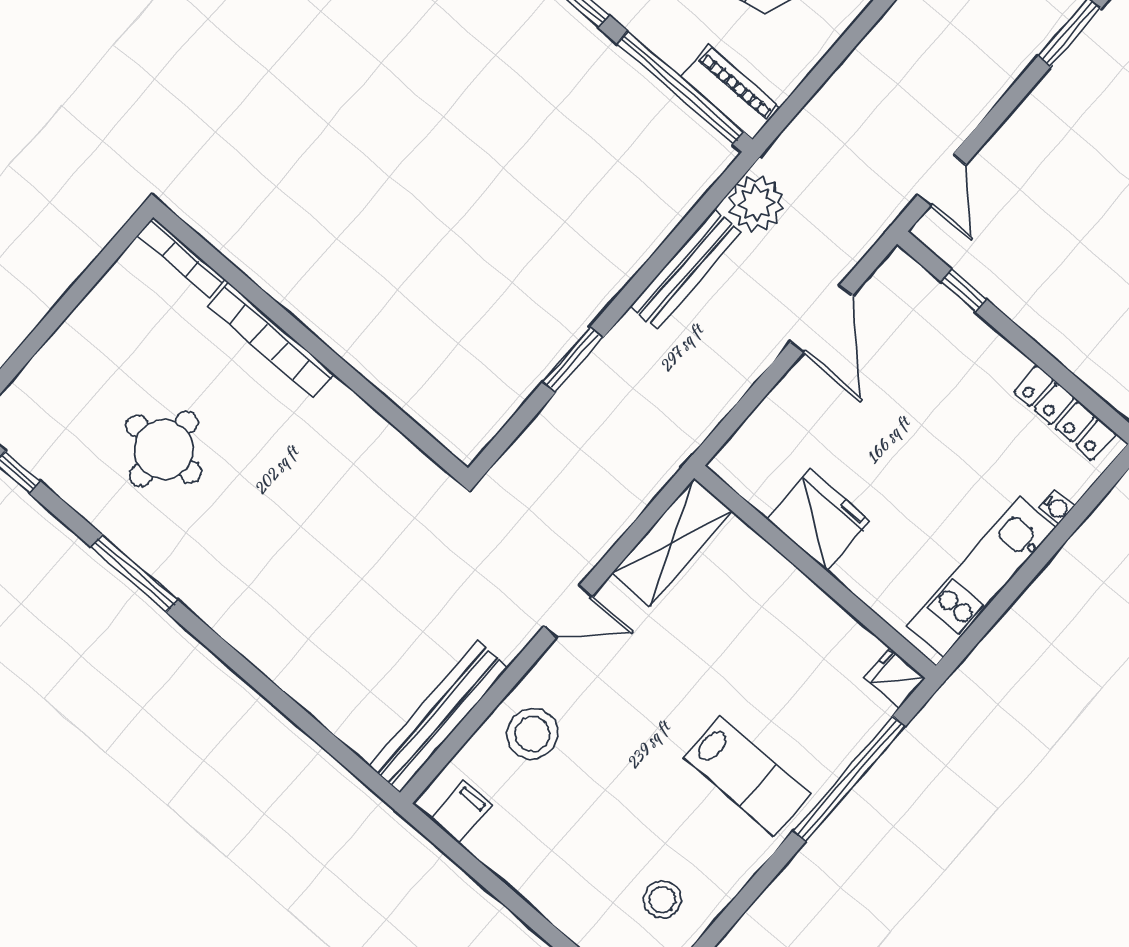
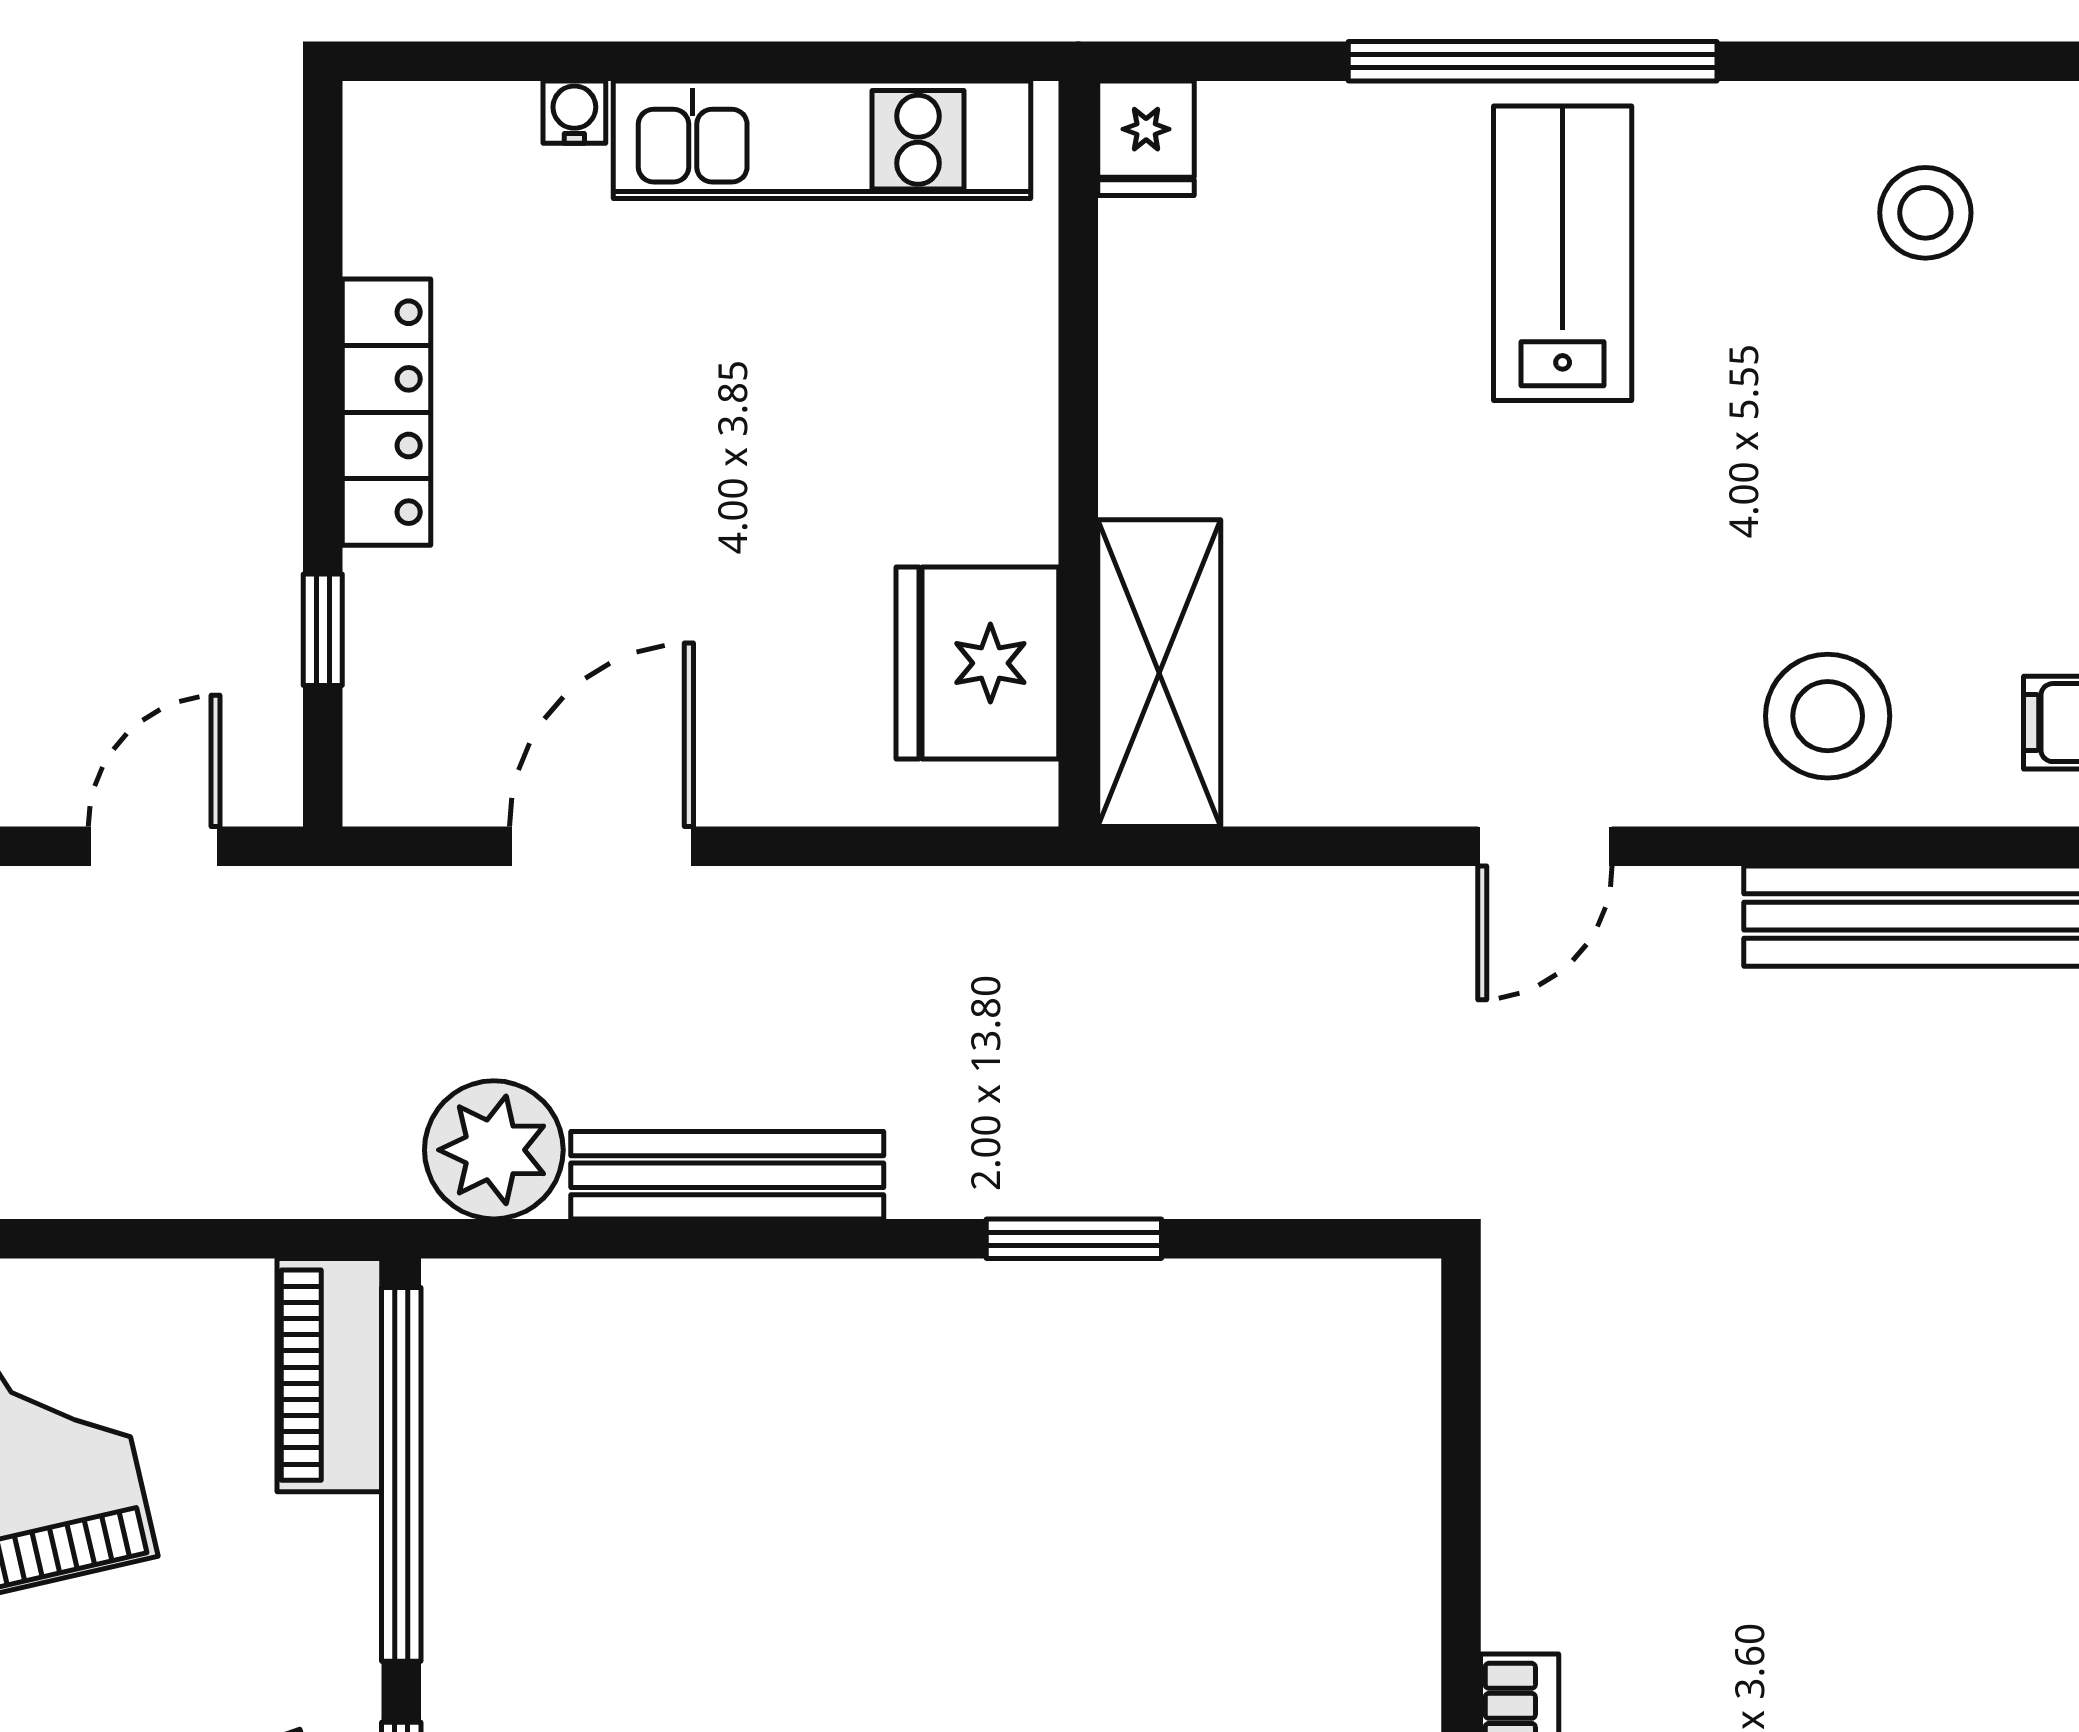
locker: (1065, 413) -> (387, 412), moved
fridge: (818, 520) -> (977, 663), moved
shelving: (672, 542) -> (1159, 673), moved, turned 90
door: (568, 611) -> (1545, 846), swing flipped
window: (849, 779) -> (1533, 61), moved

